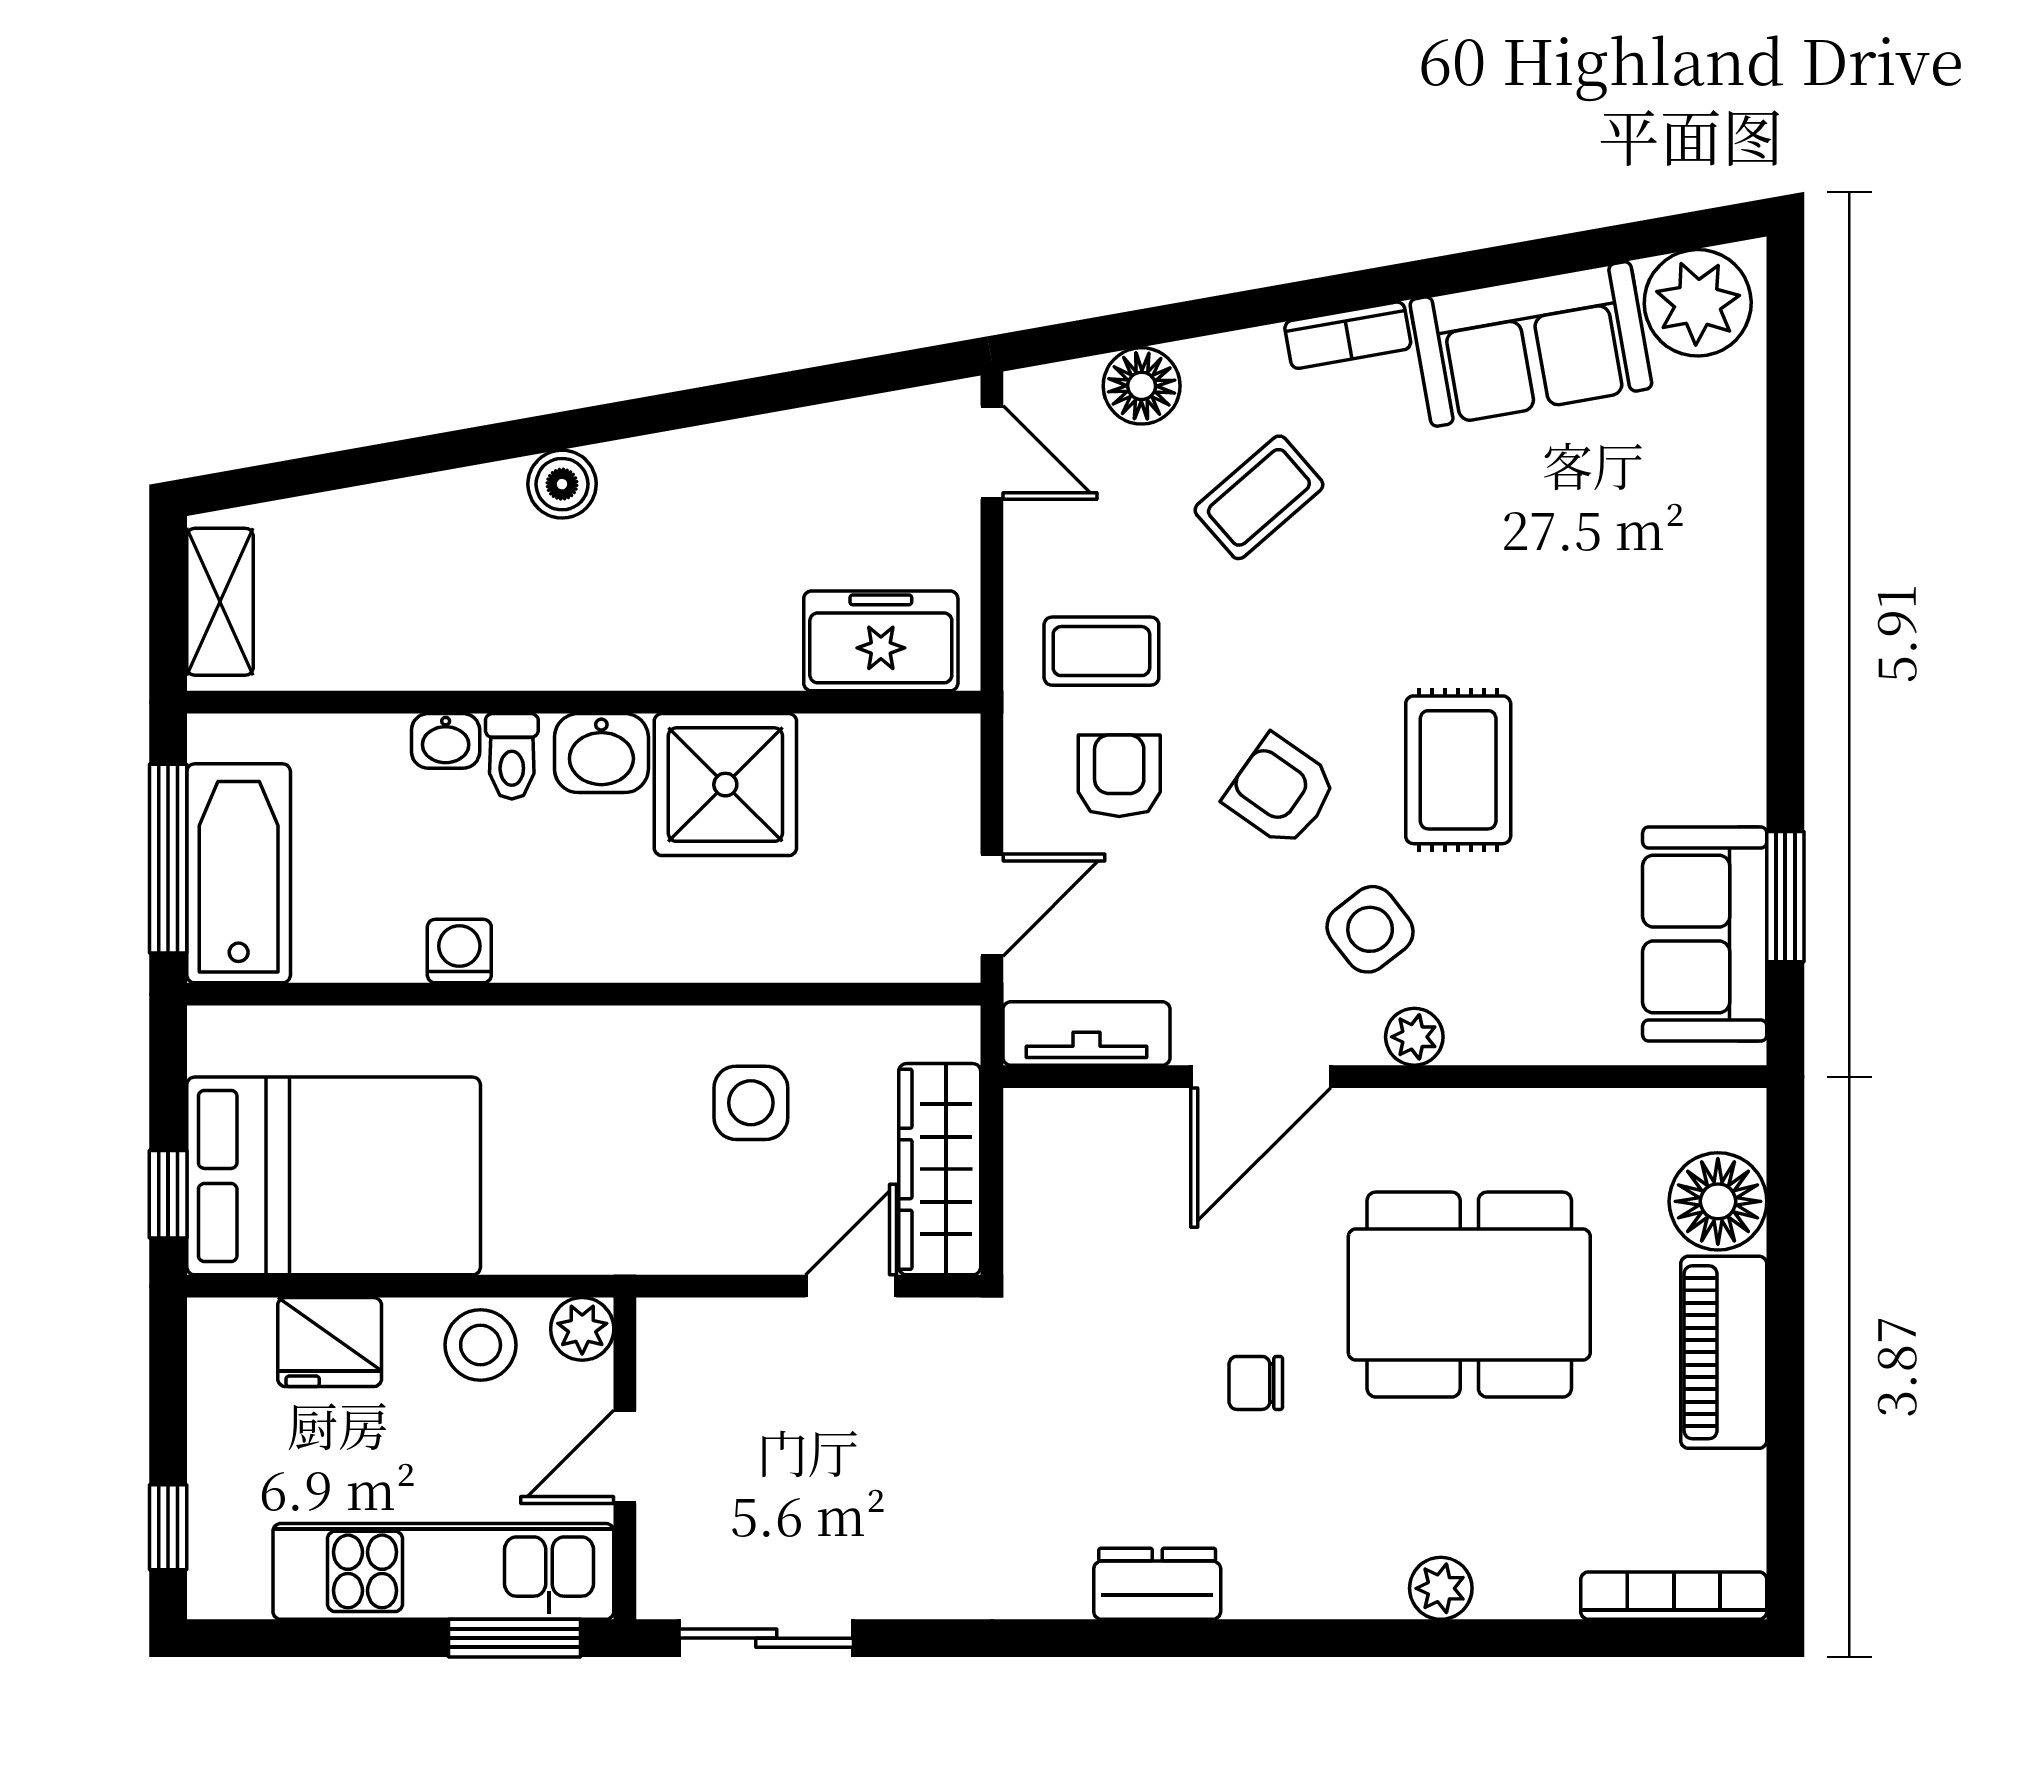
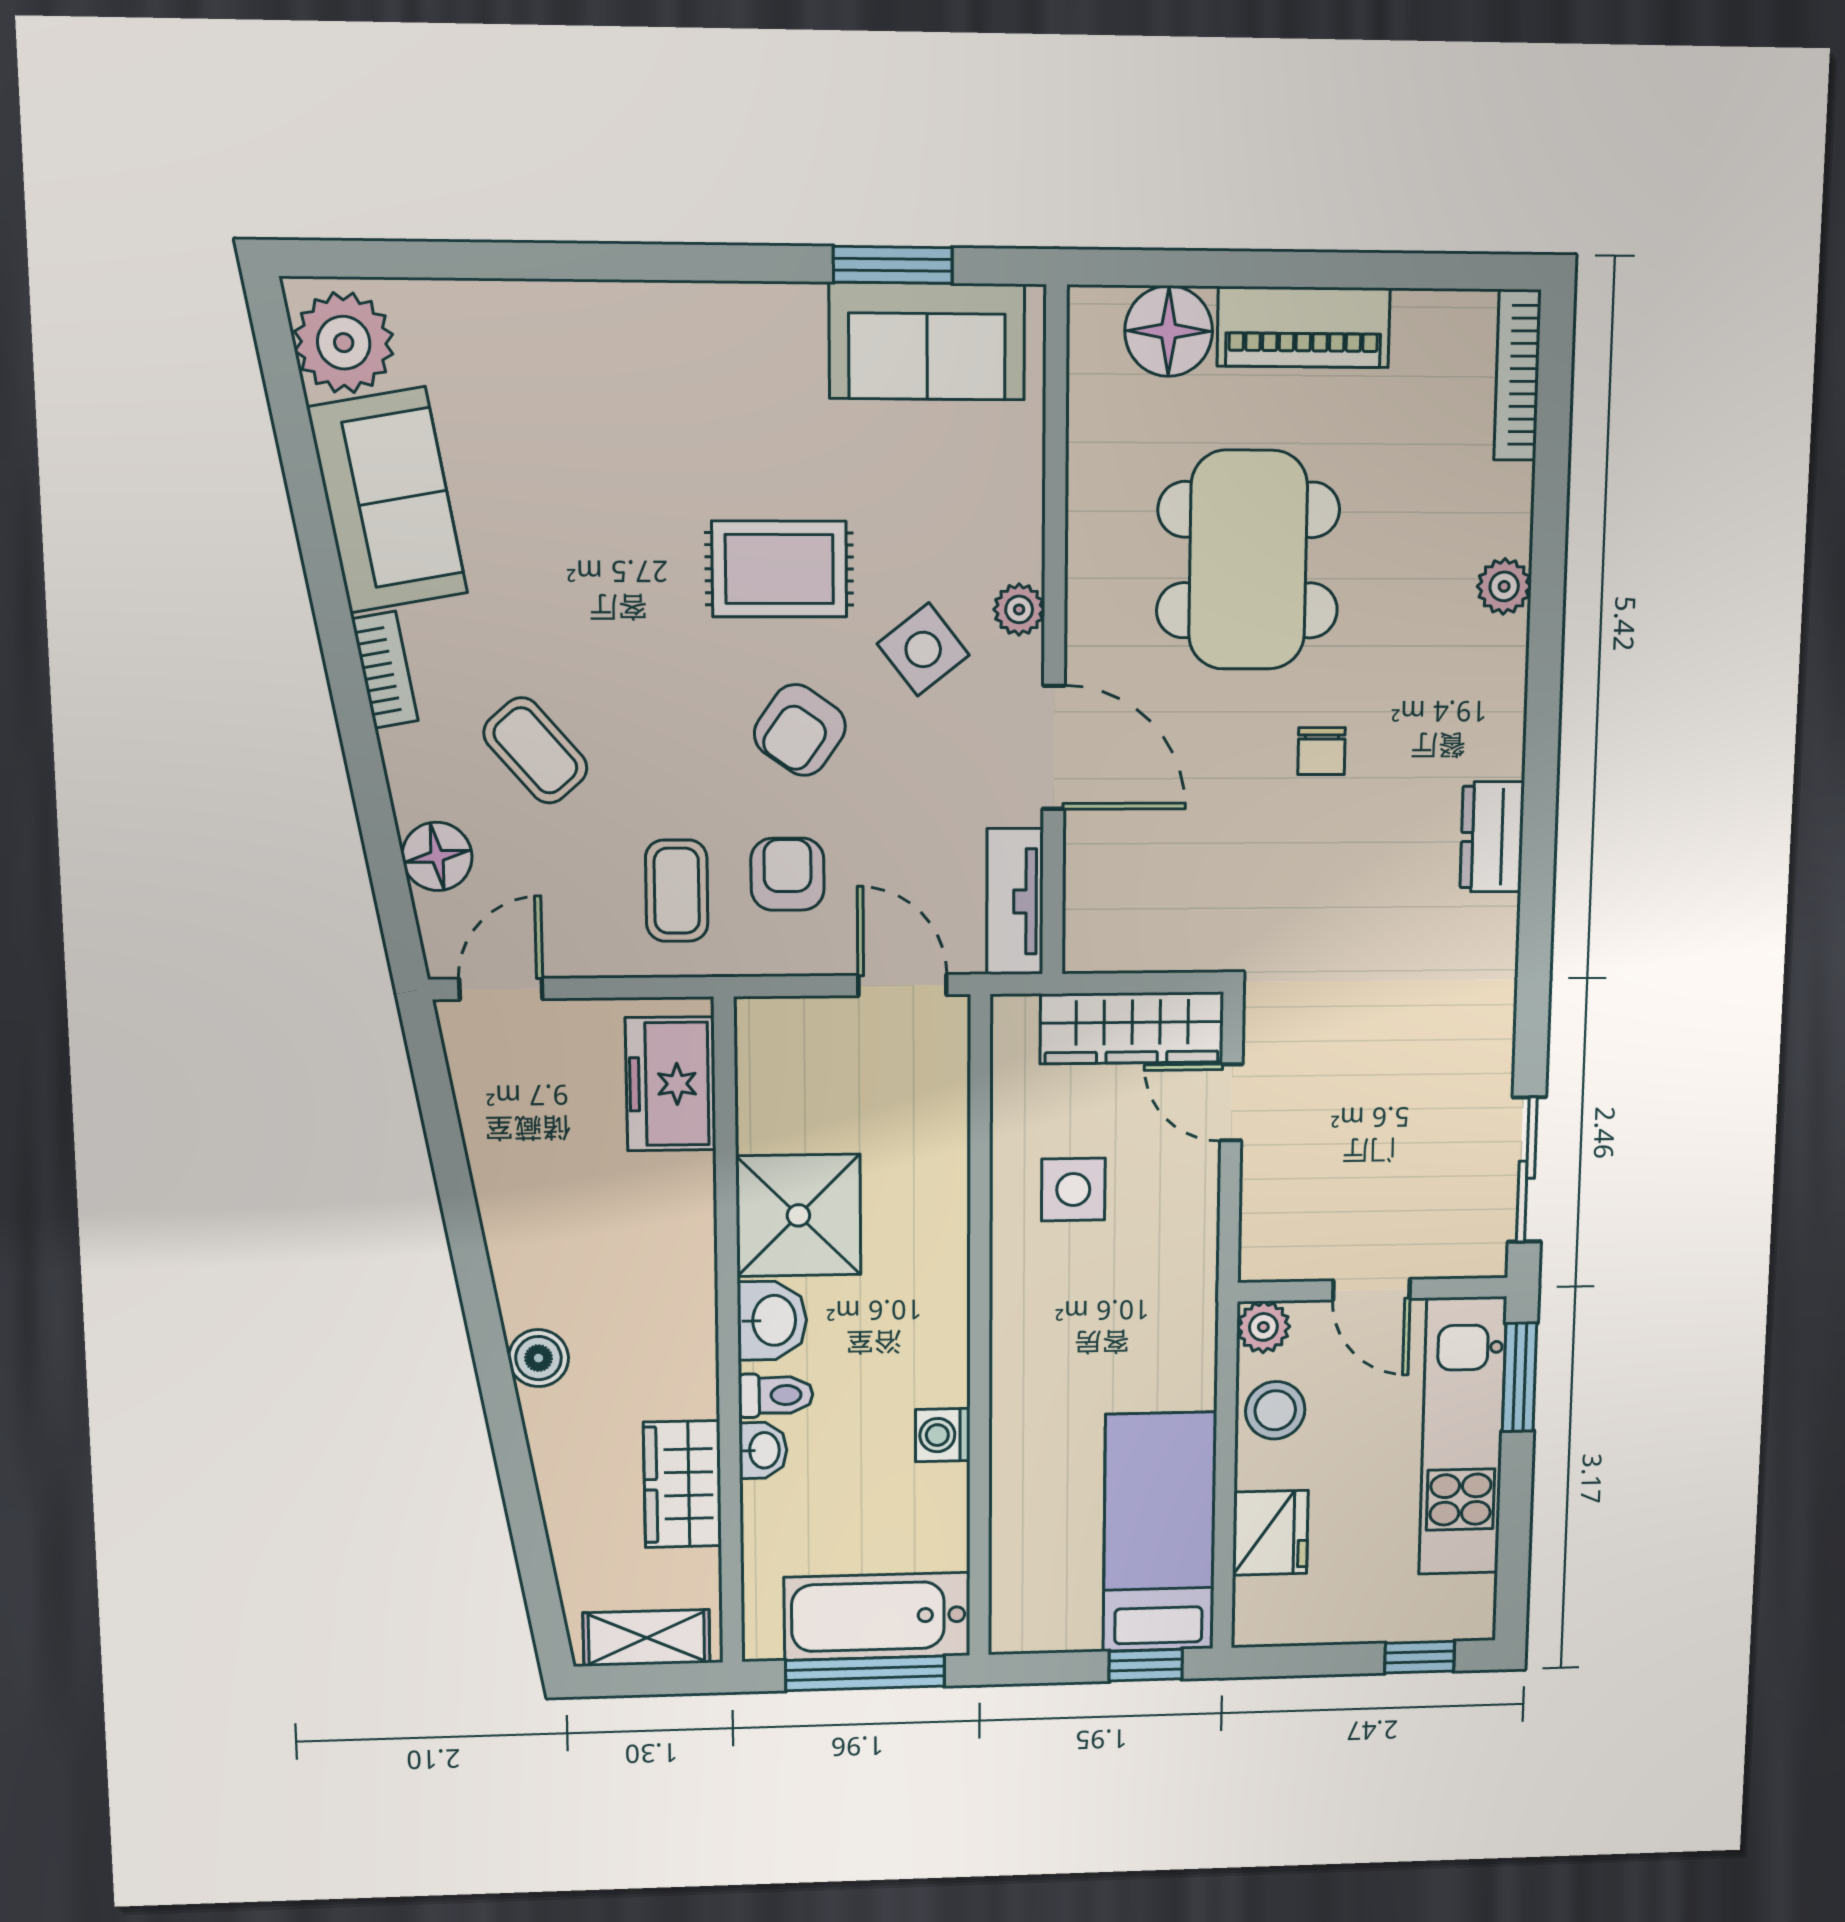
wardrobe: (407, 647) -> (683, 1484), added
armchair: (1119, 776) -> (788, 874), turned 90
bed: (334, 1176) -> (1160, 1532), width x0.67

